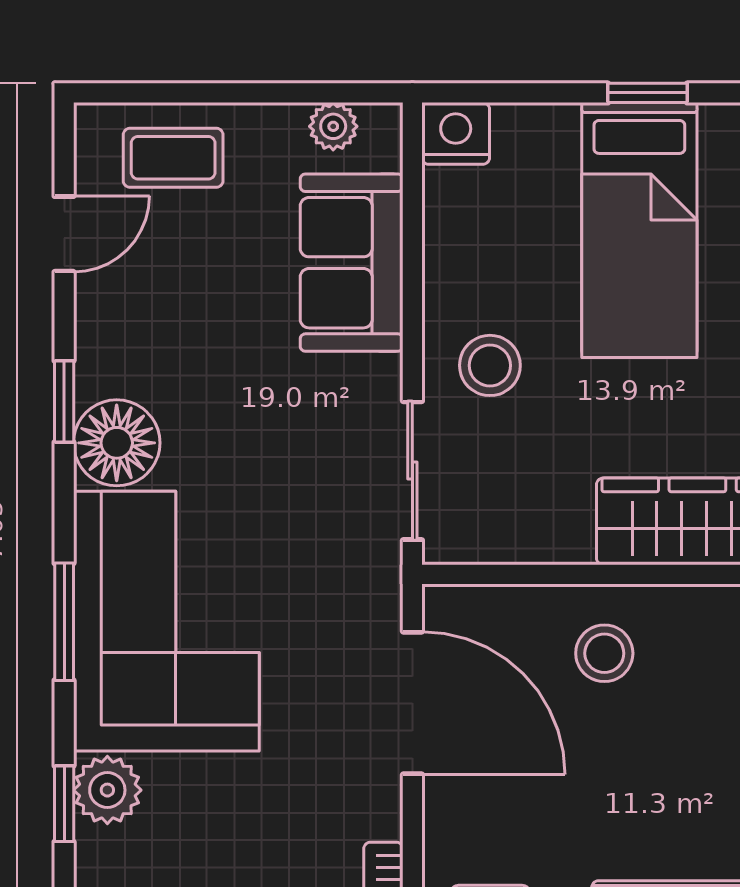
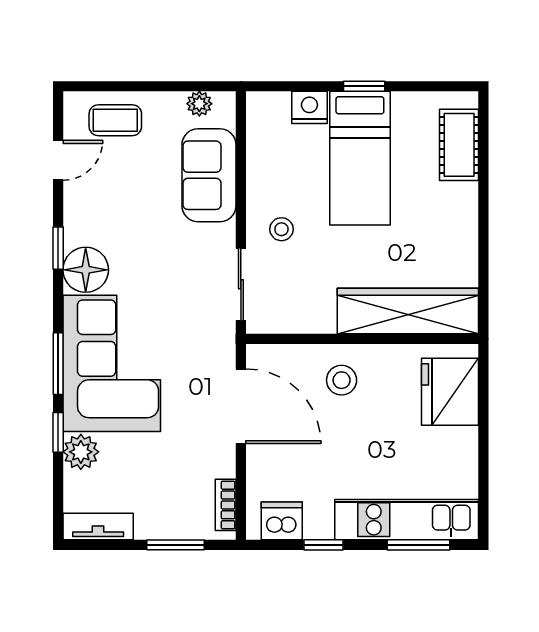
nightstand: (456, 133) -> (309, 107), moved
stool: (490, 365) -> (281, 229), width x0.73, depth x0.73
window: (64, 804) -> (58, 432), moved

